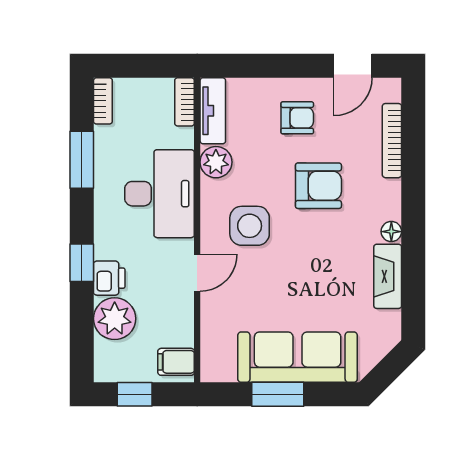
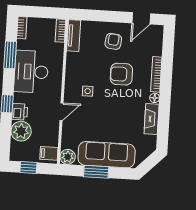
armchair: (297, 118) -> (113, 41), turned -83
bookcase: (392, 141) -> (156, 74), moved
plant: (216, 162) -> (68, 157), moved
armchair: (318, 186) -> (121, 74), turned 180
desk: (160, 194) -> (31, 72), moved, turned 180
side table: (250, 226) -> (88, 91), width x0.54, depth x0.54

